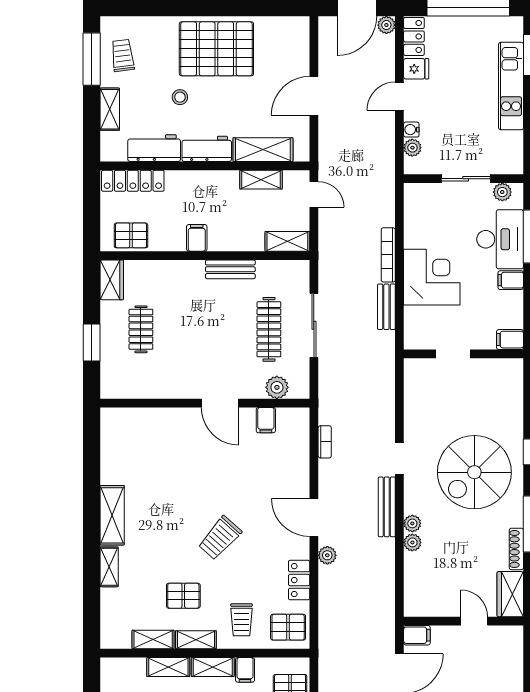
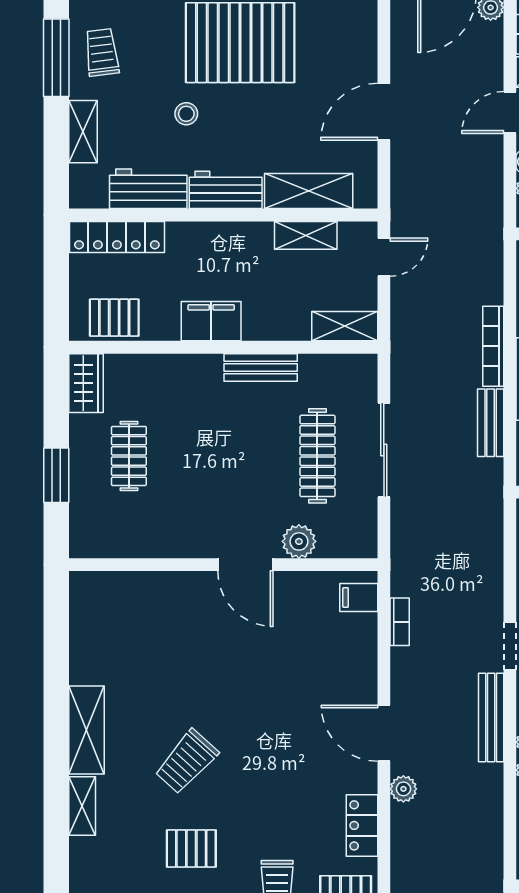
door: (314, 194) -> (384, 257), hinge flipped
filing cabinet: (197, 238) -> (211, 321), width x2.00
plant: (277, 387) -> (299, 541), moved
filing cabinet: (266, 420) -> (359, 597), moved, turned 90
trolley: (220, 538) -> (186, 762), moved

